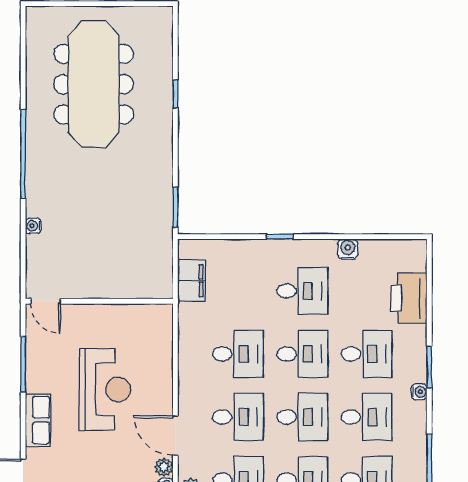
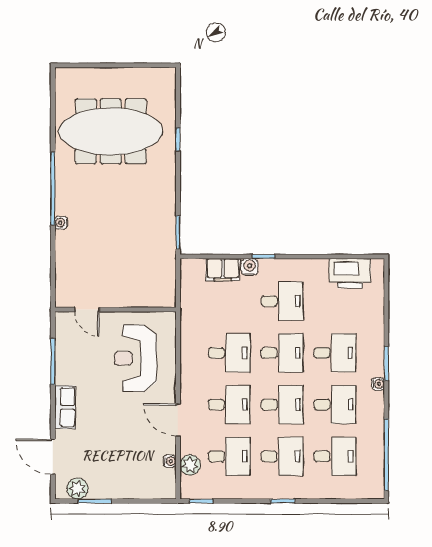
meeting table: (94, 84) -> (111, 131), turned 90
water cooler: (33, 226) -> (61, 223), moved
water cooler: (348, 249) -> (250, 267), moved
filing cabinet: (191, 281) -> (223, 270), moved, turned 90
printer: (409, 298) -> (350, 273), moved, turned -90
door: (46, 301) -> (87, 310), moved
reception desk: (105, 389) -> (135, 358), moved, turned 180
plant: (164, 467) -> (168, 446), removed

